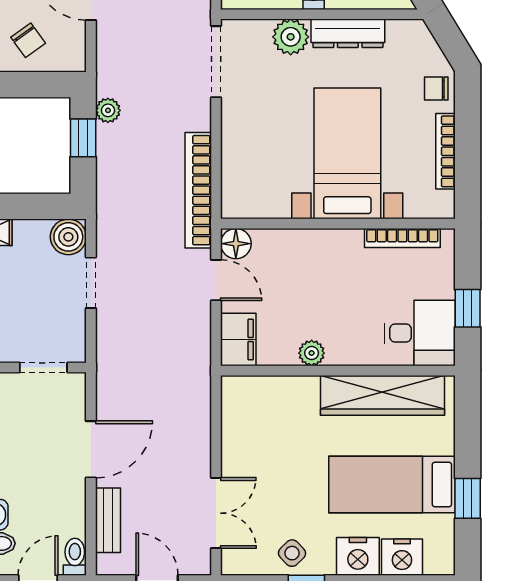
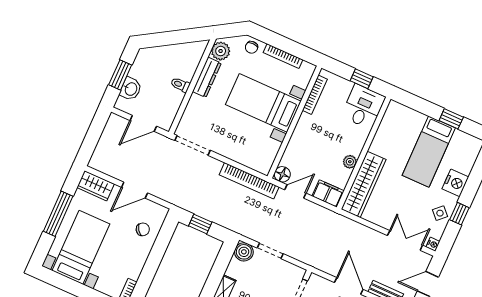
plant: (291, 37) -> (221, 51), moved
plant: (108, 110) -> (193, 207), removed
wardrobe: (383, 395) -> (364, 184), moved
nightstand: (402, 557) -> (433, 244), moved, width x0.53, depth x0.56

